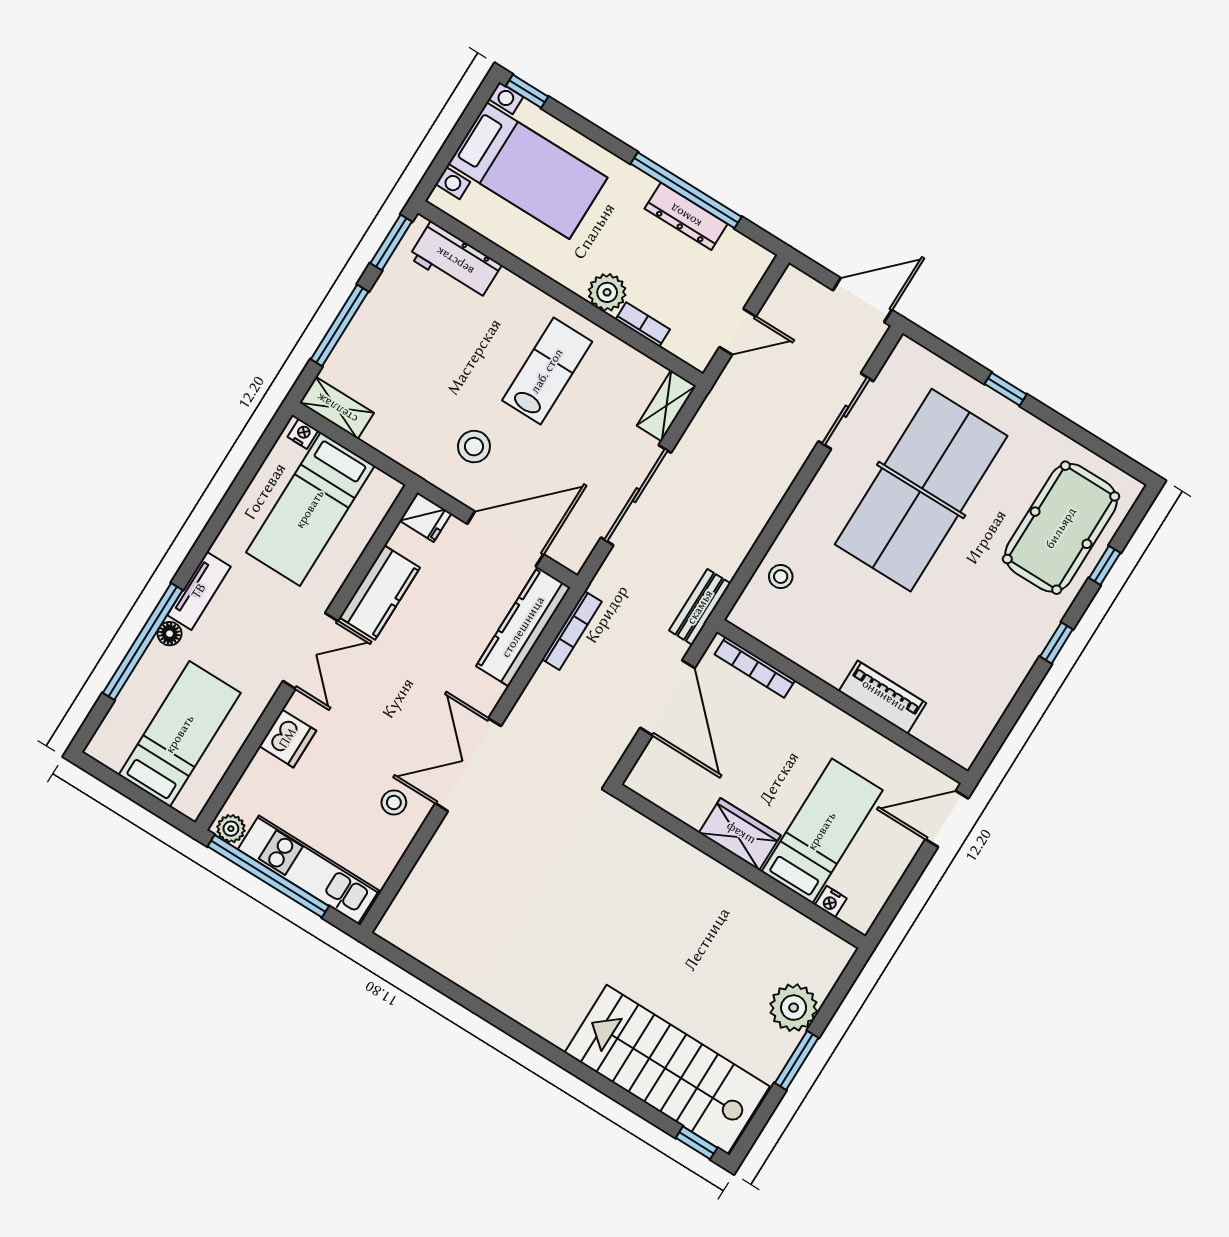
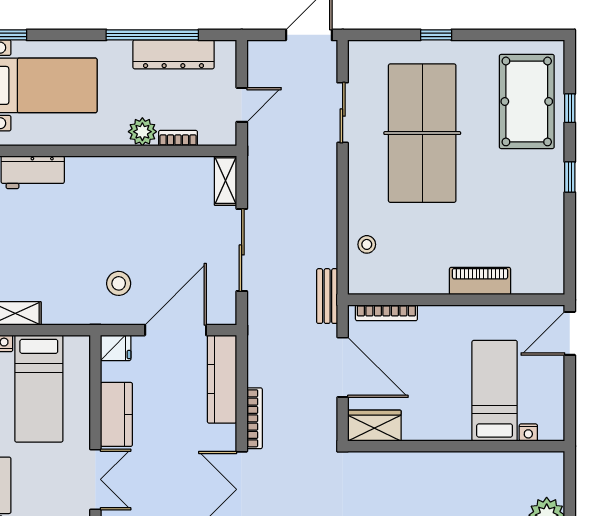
dresser: (686, 216) -> (173, 54), width x1.37, depth x1.24
lab bench: (547, 371) -> (135, 206), removed
bookcase: (572, 630) -> (255, 418), moved
wardrobe: (740, 834) -> (374, 426), moved

